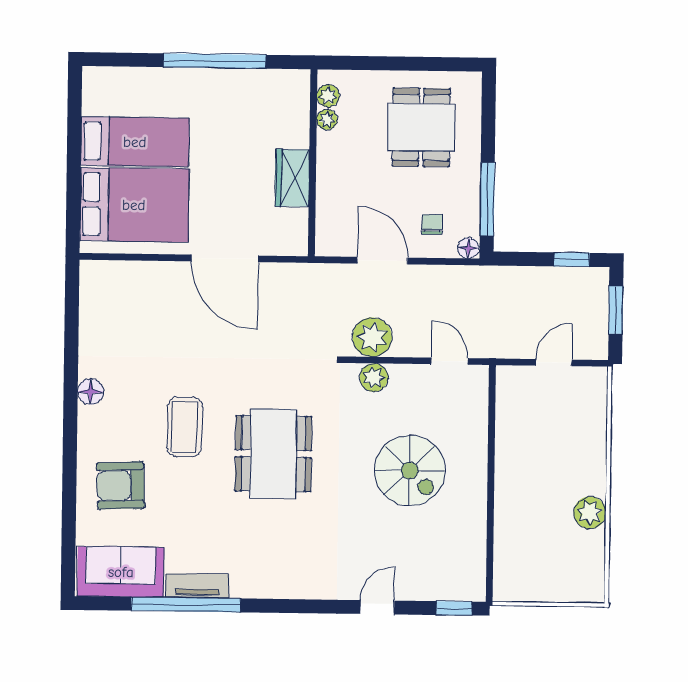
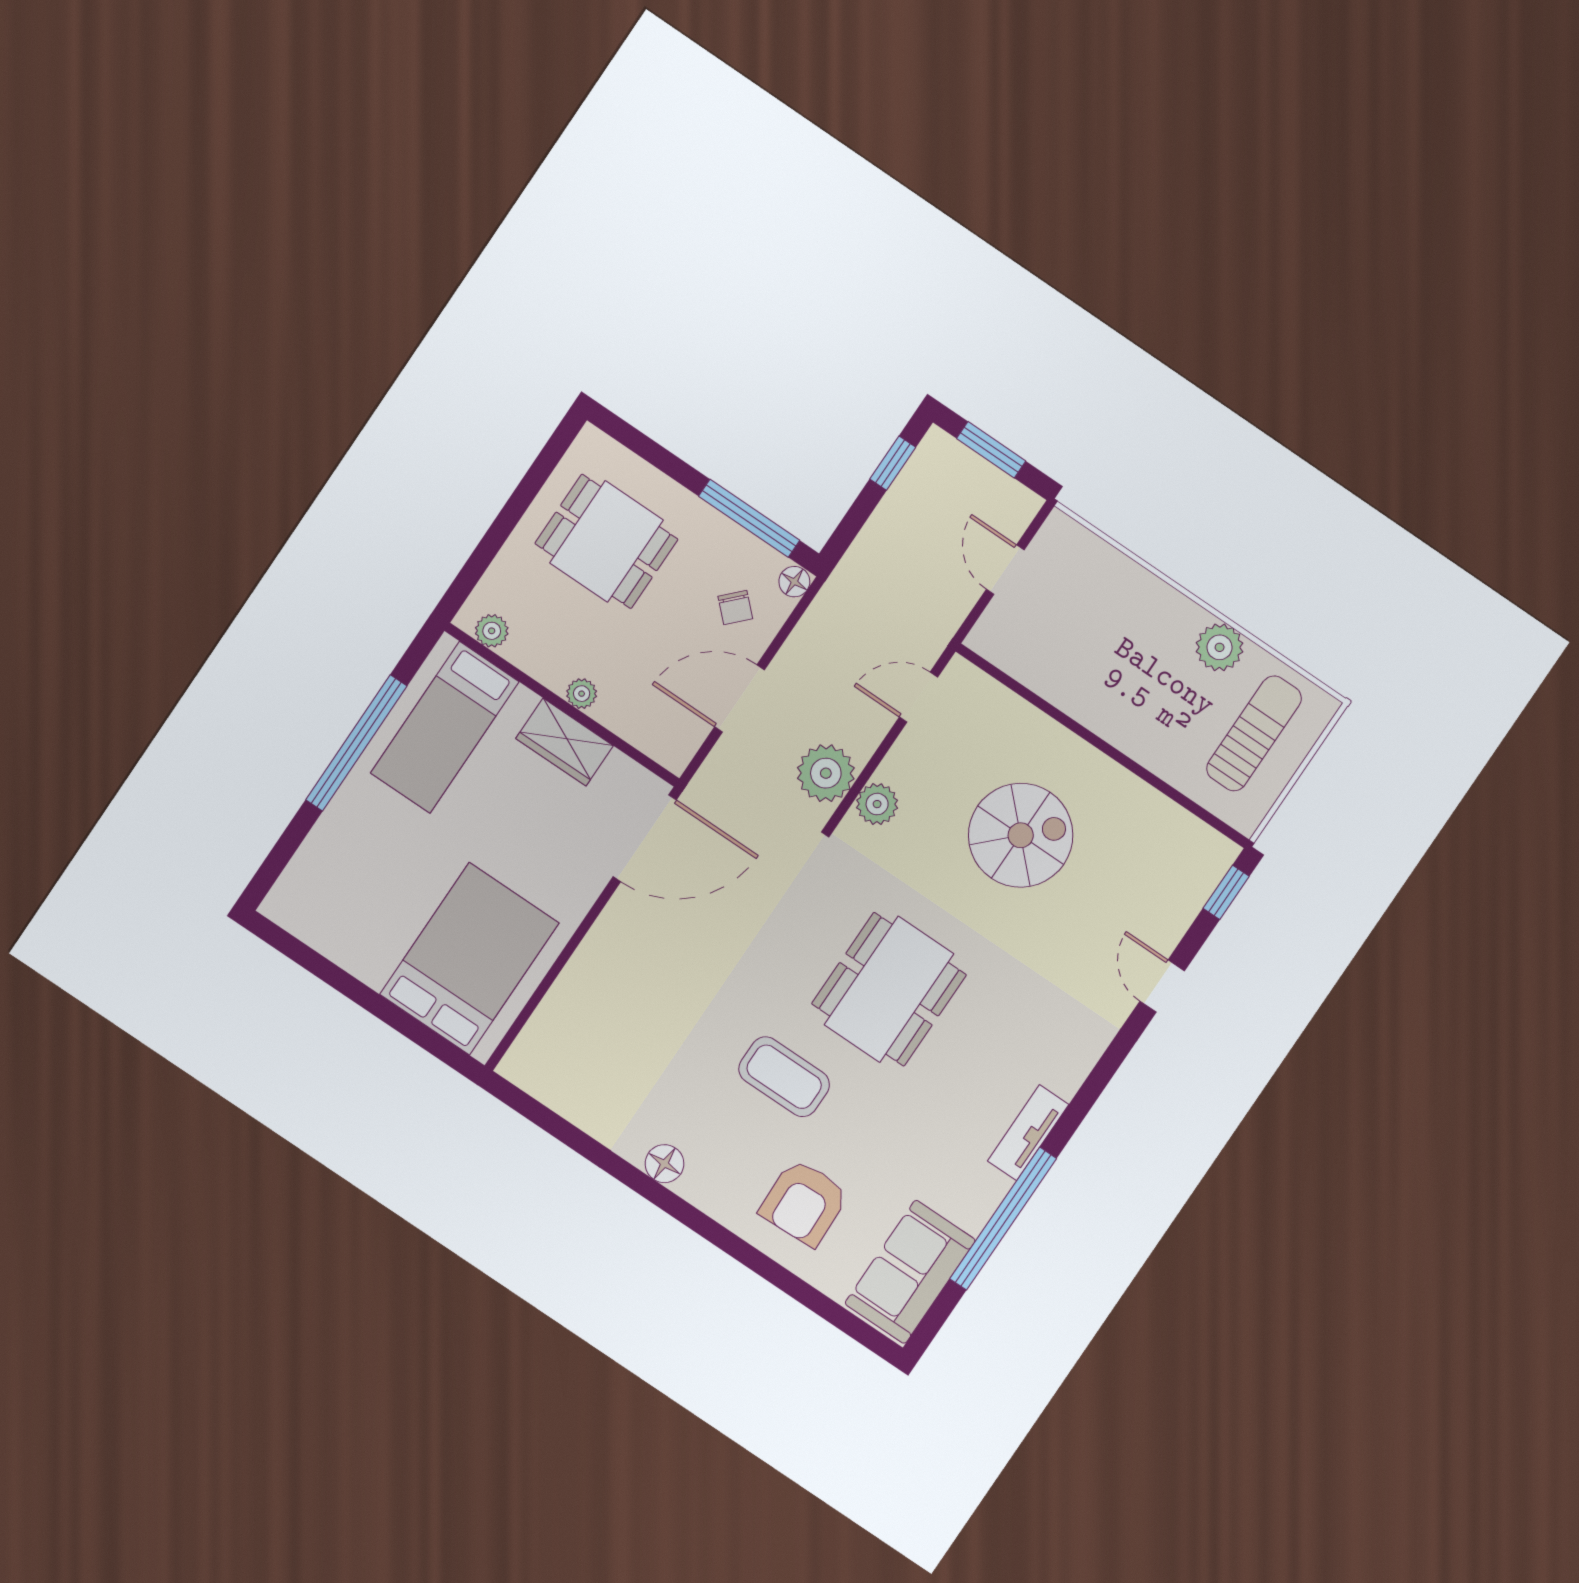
plant: (327, 120) -> (582, 694), moved
bed: (135, 142) -> (445, 727), moved, turned 180
chair: (432, 224) -> (735, 607), turned -136
door: (225, 258) -> (645, 838), moved
dining table: (273, 454) -> (889, 989), turned 90
sun lounger: (554, 564) -> (1254, 733), added
tv unit: (197, 586) -> (1028, 1133), moved

